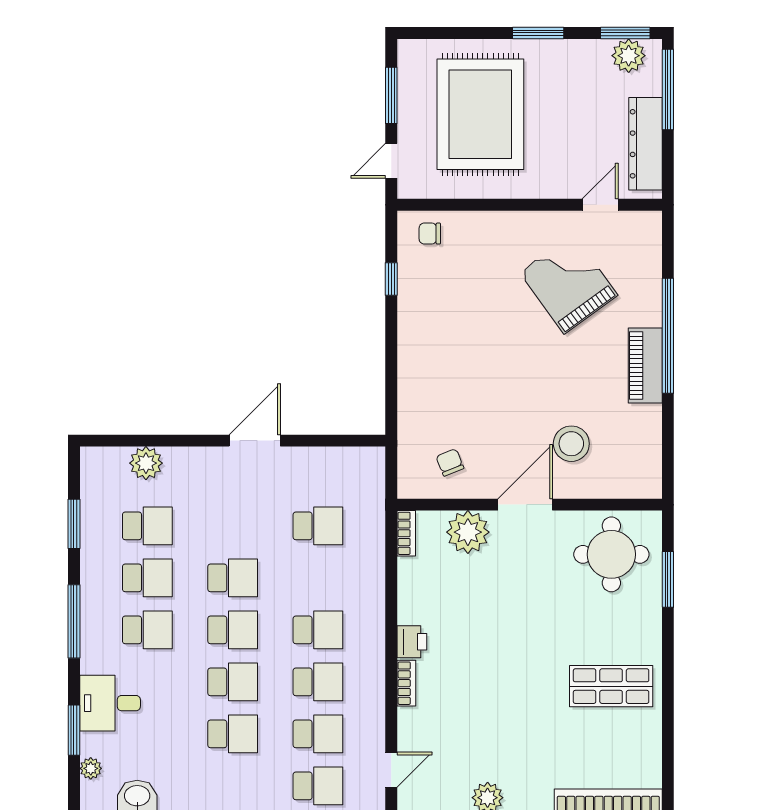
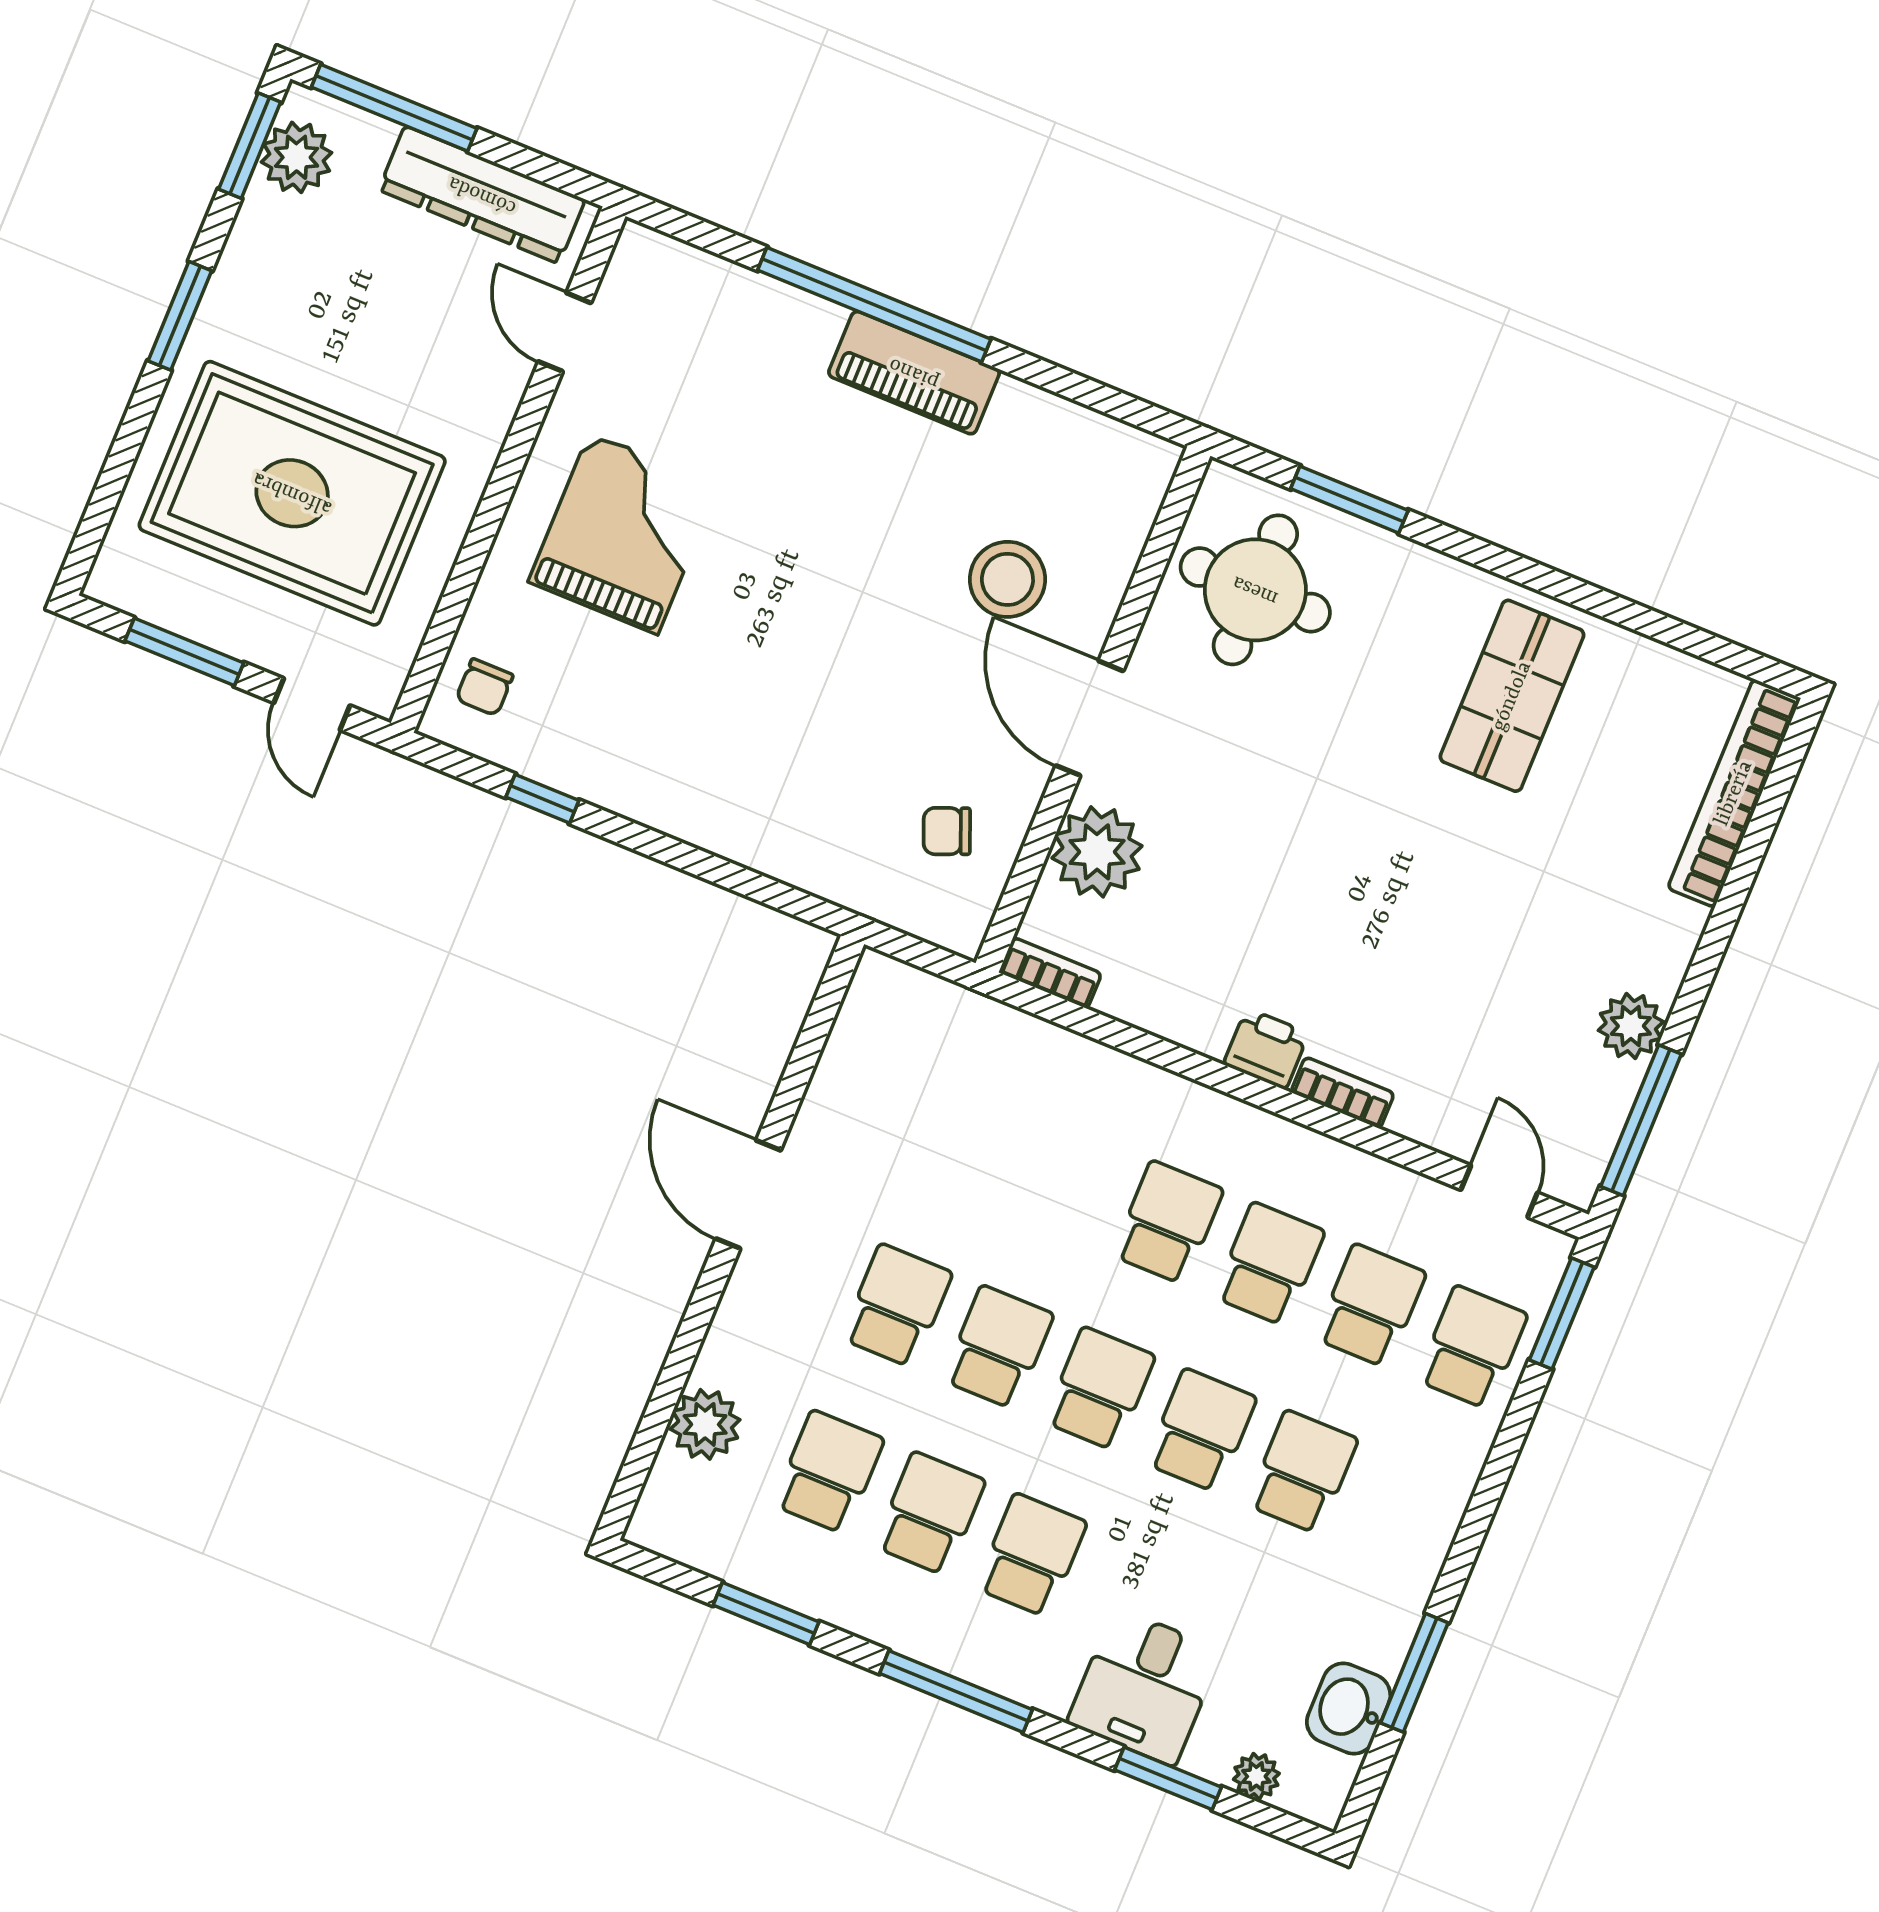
grand piano: (569, 284) -> (624, 533), moved, turned 126
school desk: (318, 526) -> (897, 1306), moved

